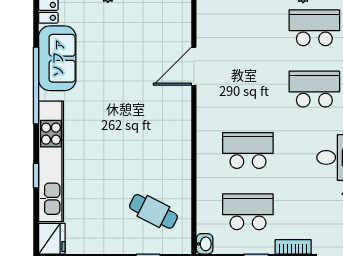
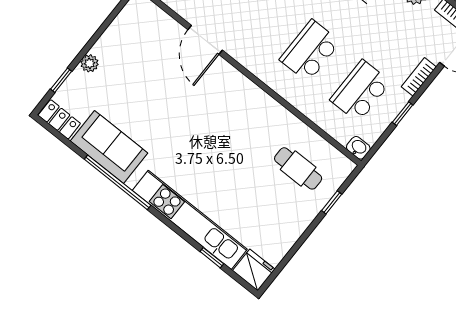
window: (36, 176) -> (212, 258), moved
cafe table: (153, 211) -> (298, 168), turned 63

